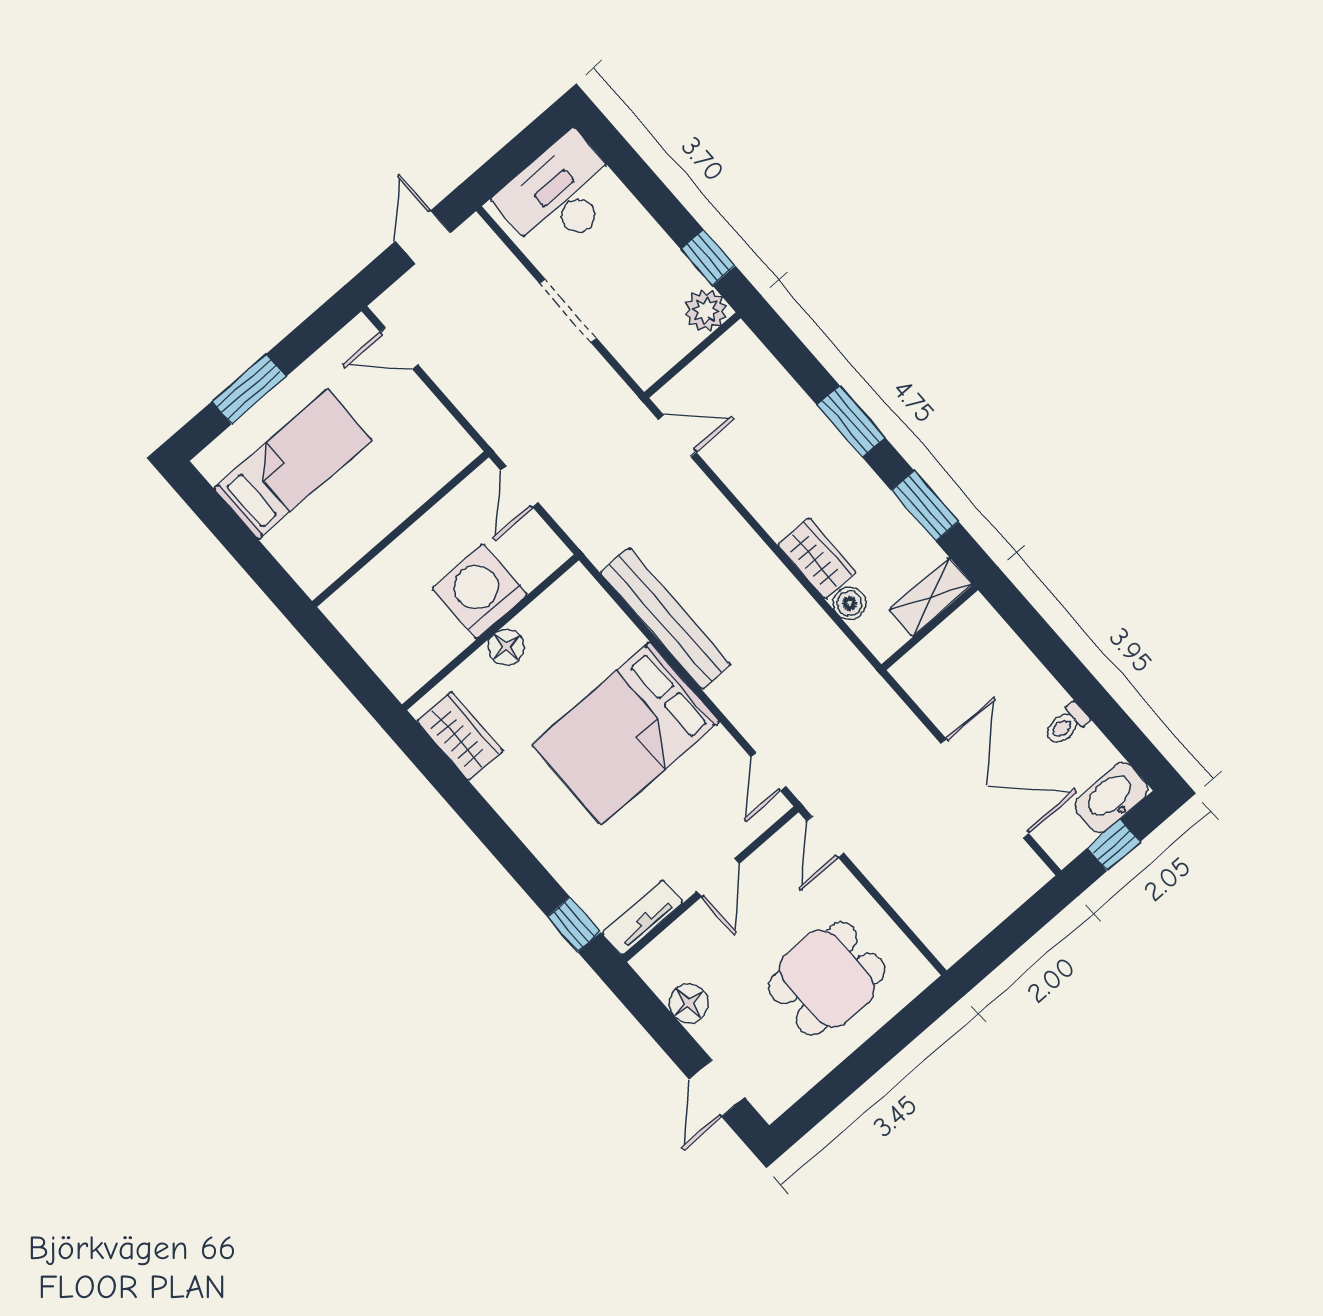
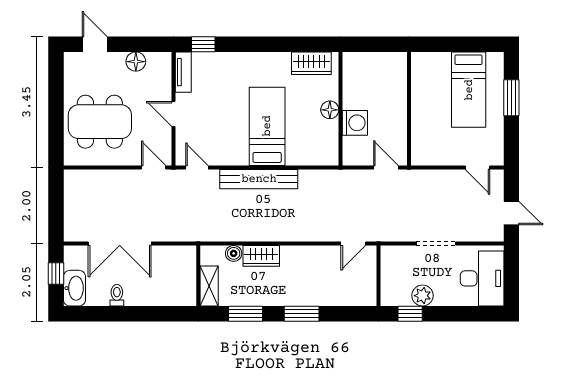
plant: (706, 310) -> (423, 296), moved
door: (399, 348) -> (477, 168), swing flipped
washing machine: (480, 591) -> (355, 123), width x0.73, depth x0.73
bench: (665, 618) -> (259, 179), moved
bed: (625, 733) -> (267, 126), width x0.67
dining table: (827, 978) -> (100, 122), width x1.38

